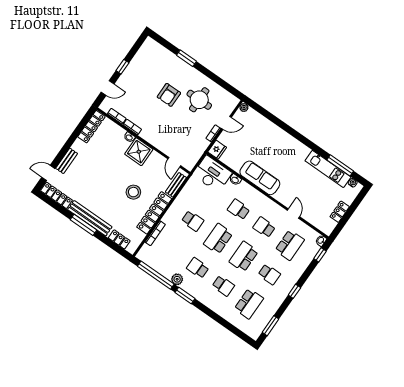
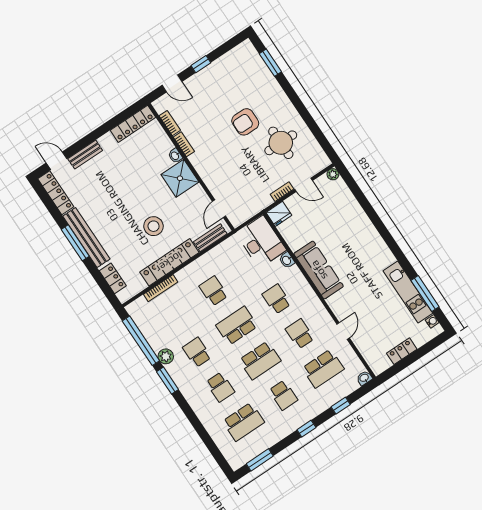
window: (186, 58) -> (270, 63), moved
school desk: (193, 221) -> (214, 291), turned 180
window: (320, 255) -> (341, 406), moved
school desk: (244, 257) -> (260, 360), turned 180

